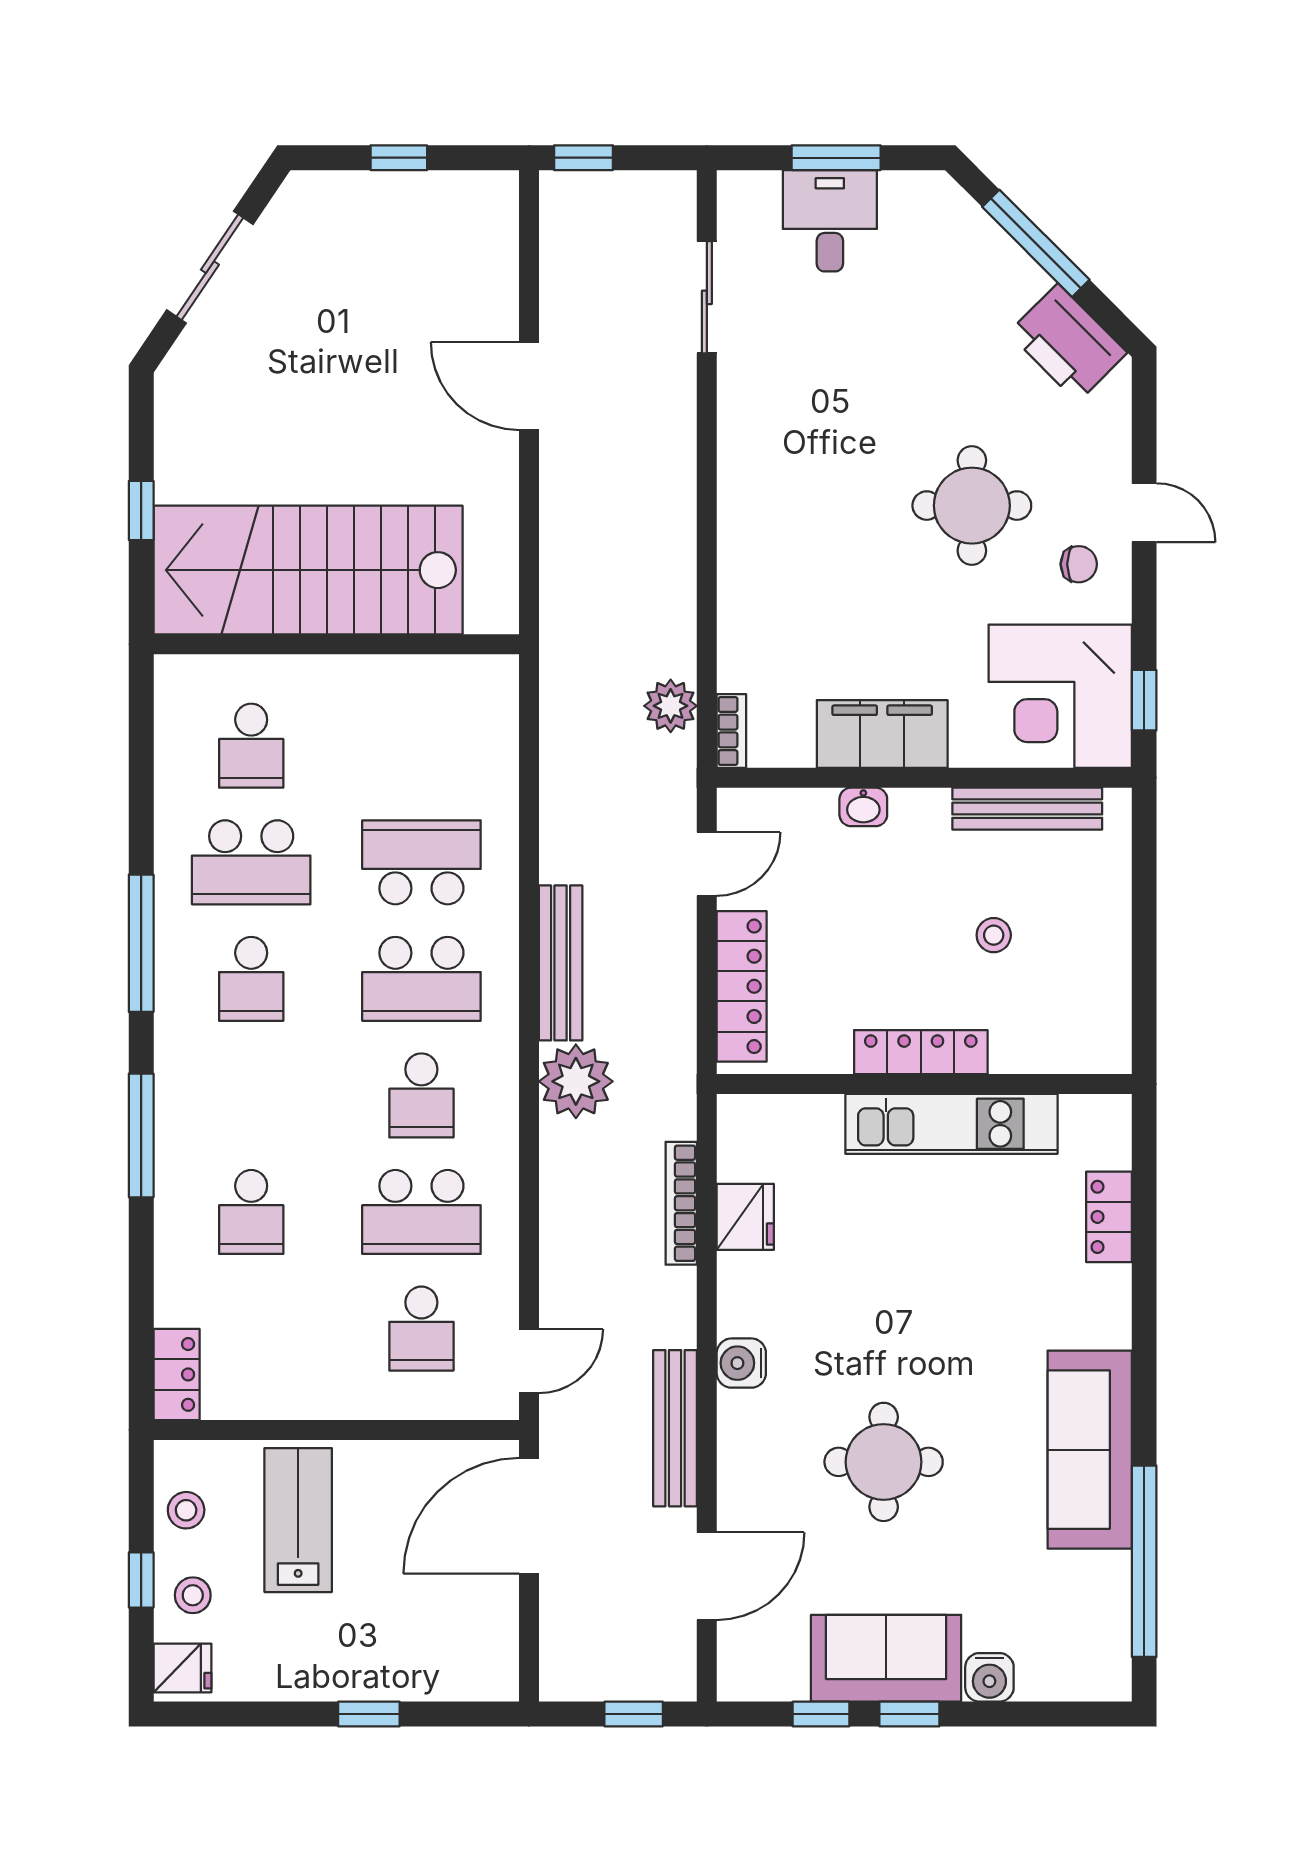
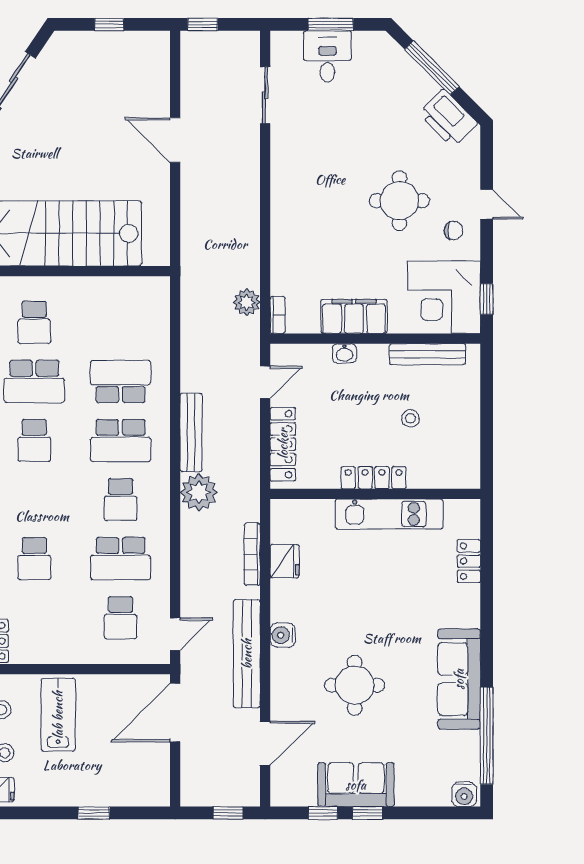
bench: (675, 1428) -> (247, 654), width x1.37, depth x1.21
water cooler: (989, 1677) -> (464, 794), moved

